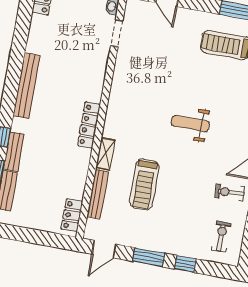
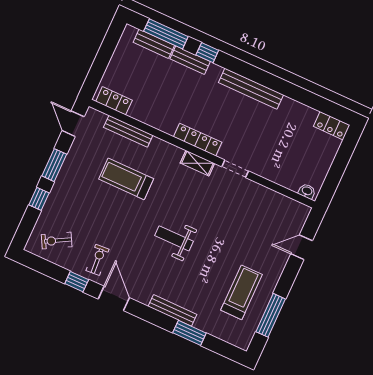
doorway: (117, 33) -> (235, 169), moved
weight bench: (190, 124) -> (174, 238), turned -90
shelving: (105, 154) -> (197, 163), moved
exercise bike: (221, 237) -> (57, 241), turned 151

